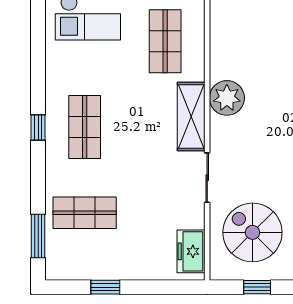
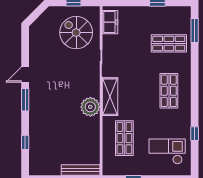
window: (38, 128) -> (195, 134), moved
spiral stairs: (252, 232) -> (76, 33), turned 180

